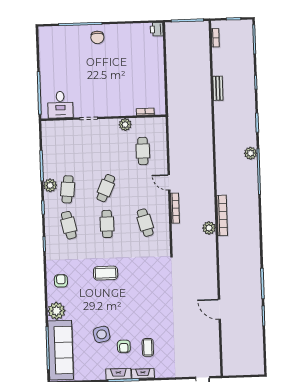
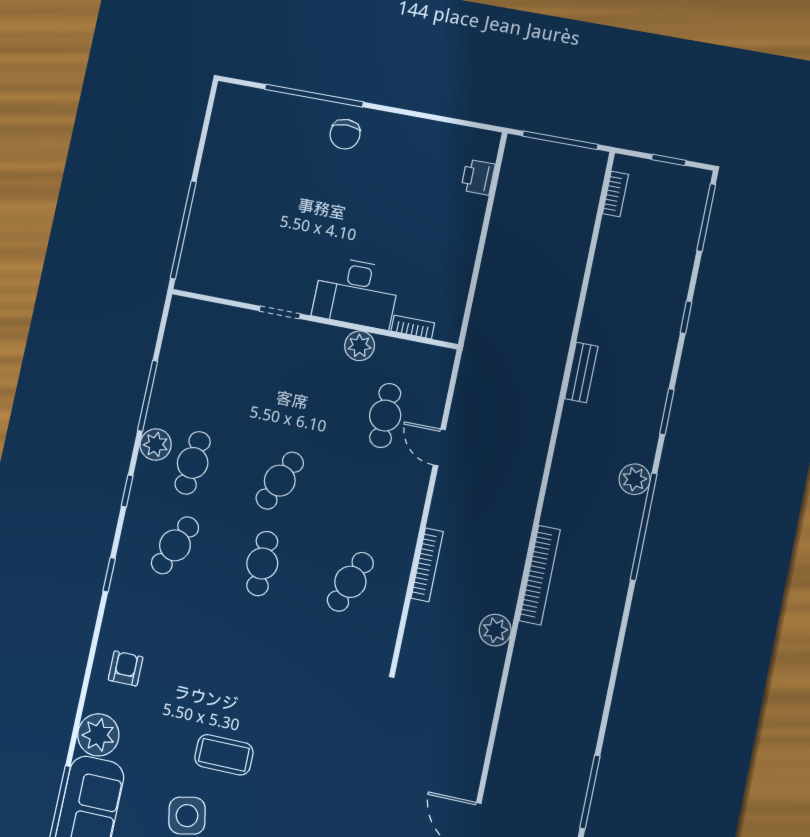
printer: (157, 29) -> (478, 177), moved
bench: (218, 88) -> (581, 372), moved
desk: (60, 105) -> (356, 293), moved, width x1.37
door: (169, 182) -> (439, 447), moved
bookcase: (222, 215) -> (540, 575), moved
cafe table: (145, 223) -> (350, 582), turned 36
cafe table: (69, 225) -> (175, 545), turned 36
coffee table: (106, 273) -> (224, 755), moved

